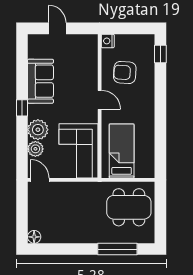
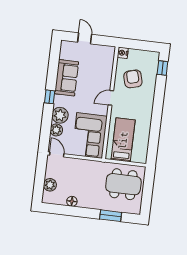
armchair: (125, 72) -> (133, 79), turned 71
door: (100, 100) -> (111, 98), swing flipped
plant: (36, 219) -> (50, 185), added
floor lamp: (34, 237) -> (72, 201), moved
window: (117, 249) -> (111, 216), width x0.69

